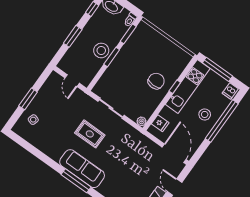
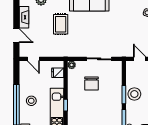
chair: (156, 81) -> (92, 83), moved
rug: (90, 134) -> (61, 24), moved, turned 90
door: (174, 153) -> (33, 59), width x0.53

